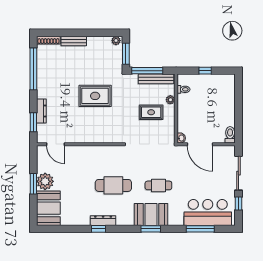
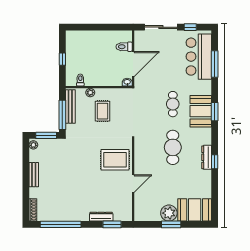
bench: (74, 41) -> (34, 175), moved
rug: (95, 96) -> (115, 160), moved, turned 90
toilet: (230, 135) -> (124, 47), moved
door: (56, 144) -> (133, 184), moved

